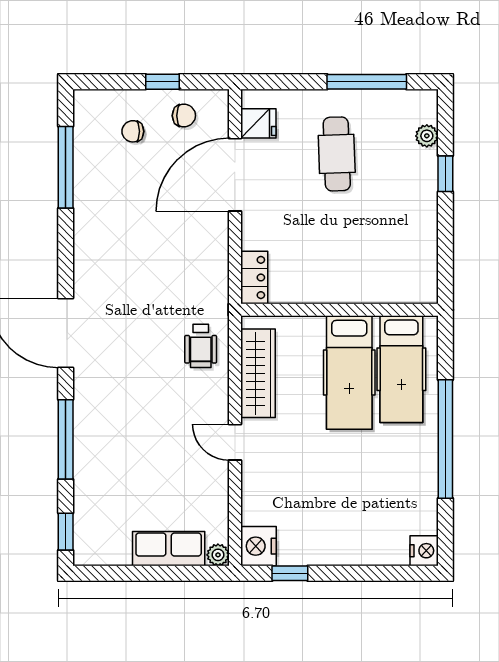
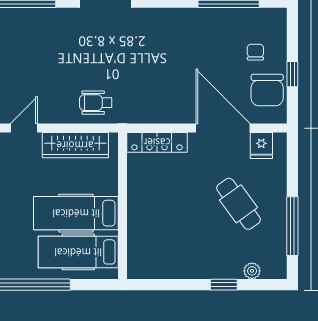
chair: (184, 116) -> (267, 90), width x1.87, depth x1.87
cafe table: (337, 154) -> (239, 204), turned 56
locker: (254, 277) -> (157, 142), width x1.53

